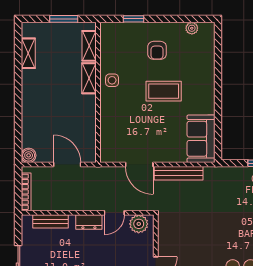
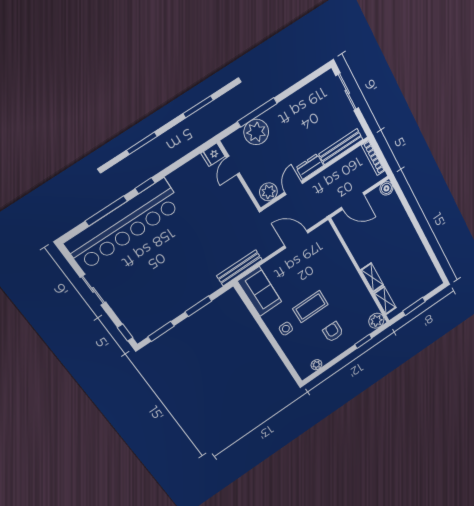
plant: (109, 31) -> (376, 321), added
shelving: (28, 53) -> (427, 264), removed
side table: (112, 80) -> (286, 329), moved
bench: (179, 173) -> (239, 268), moved
bench: (51, 221) -> (341, 147), width x1.36

